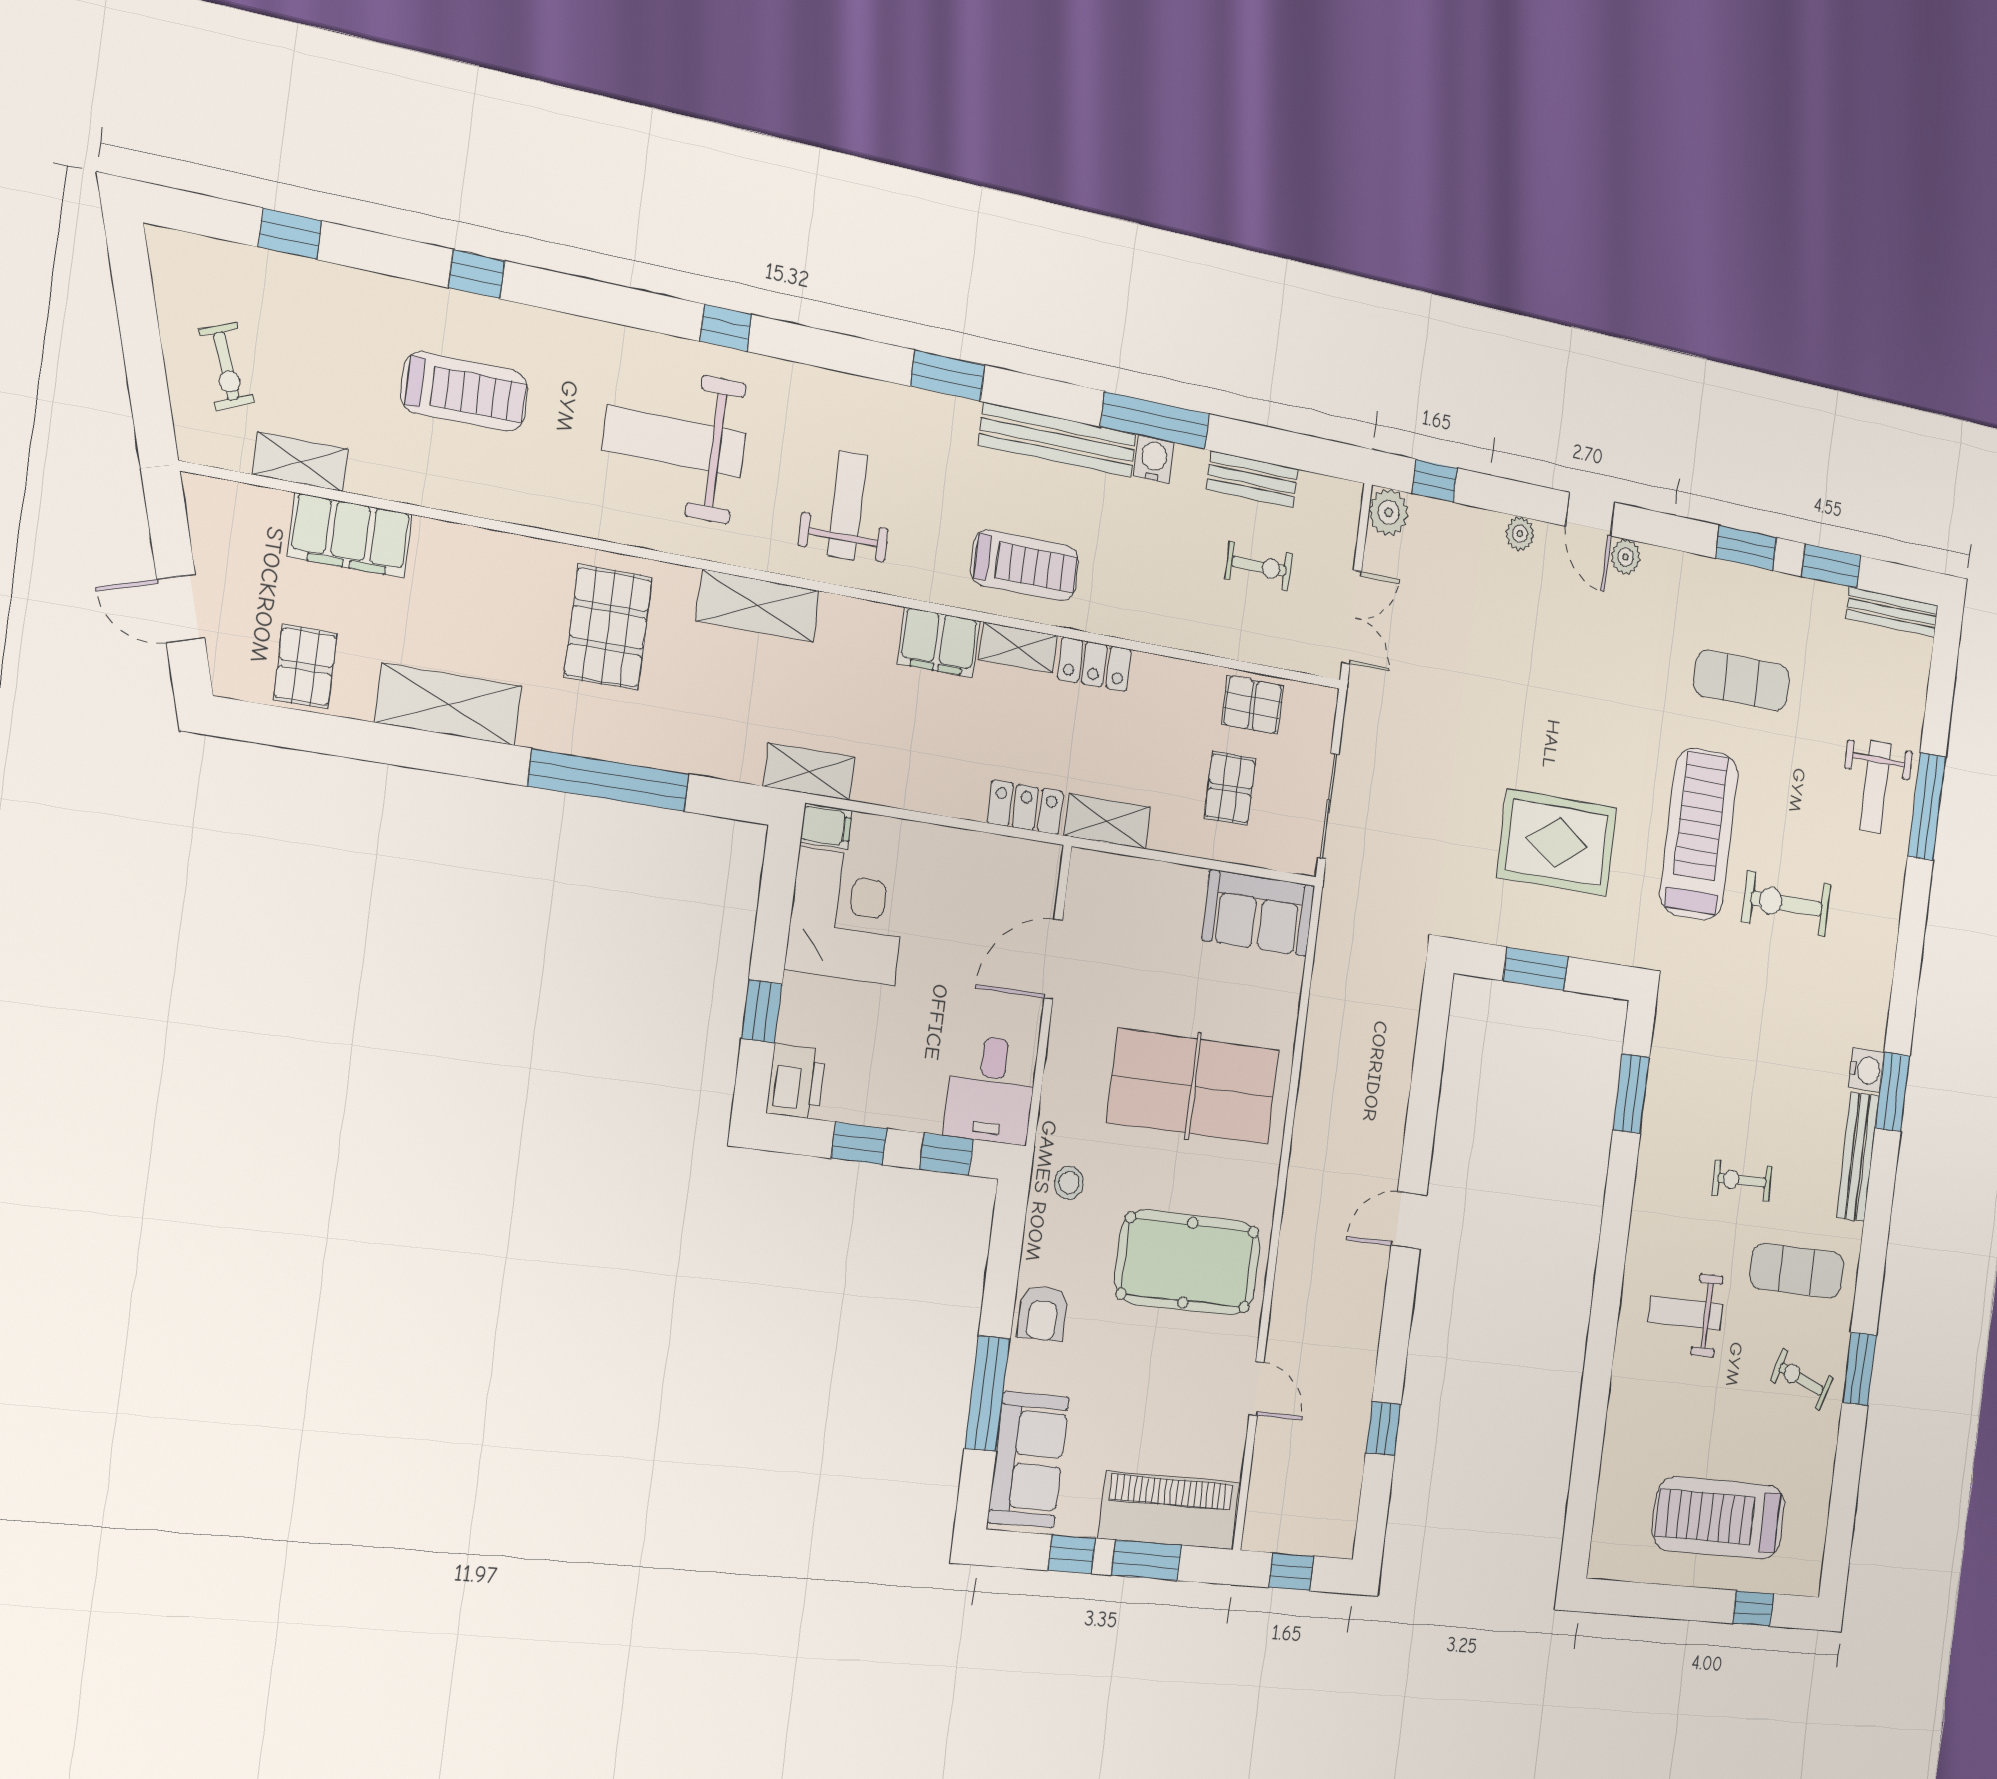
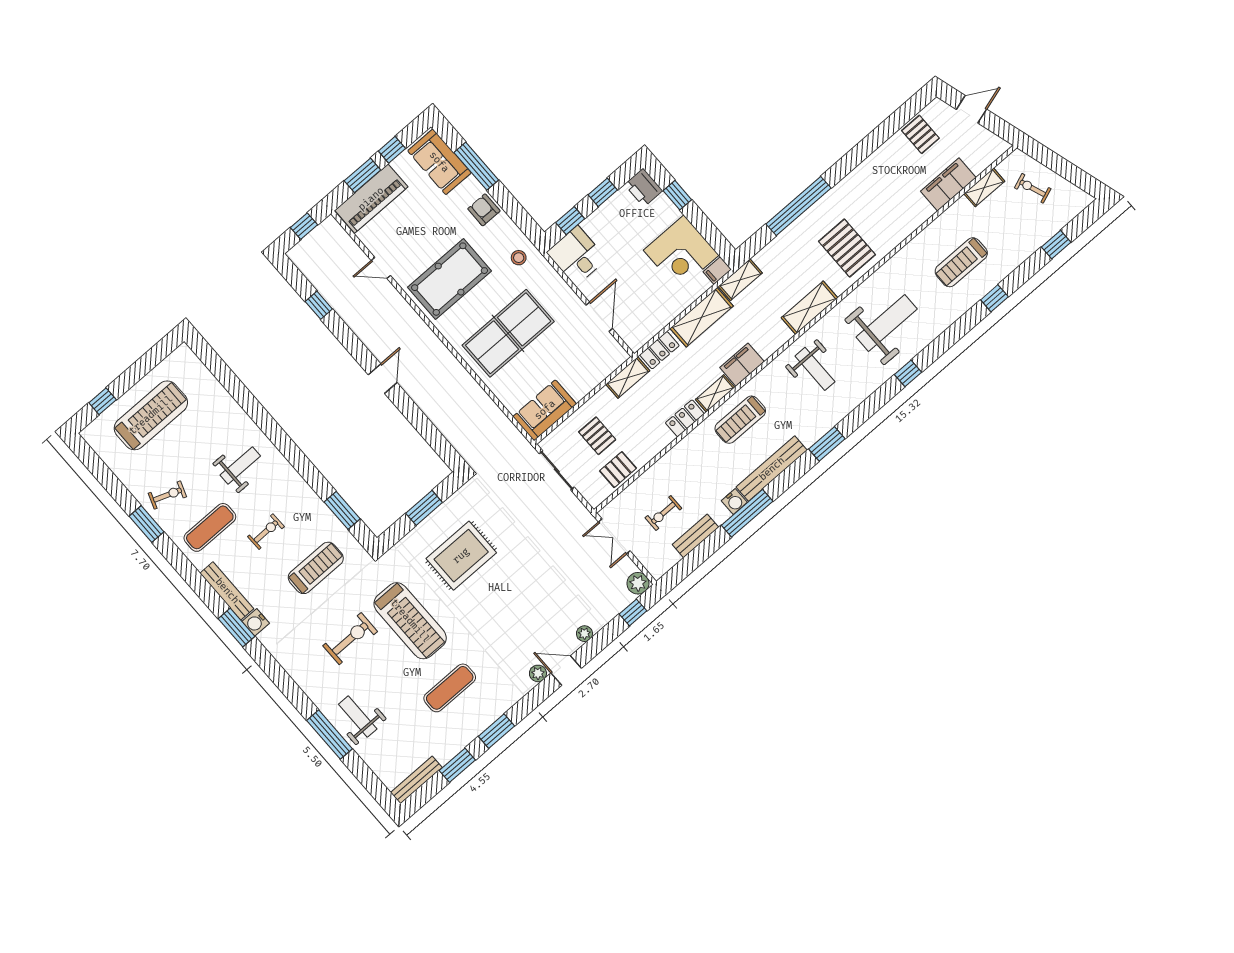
shelving: (448, 704) -> (702, 317), moved
treadmill: (1734, 1054) -> (316, 568), added

